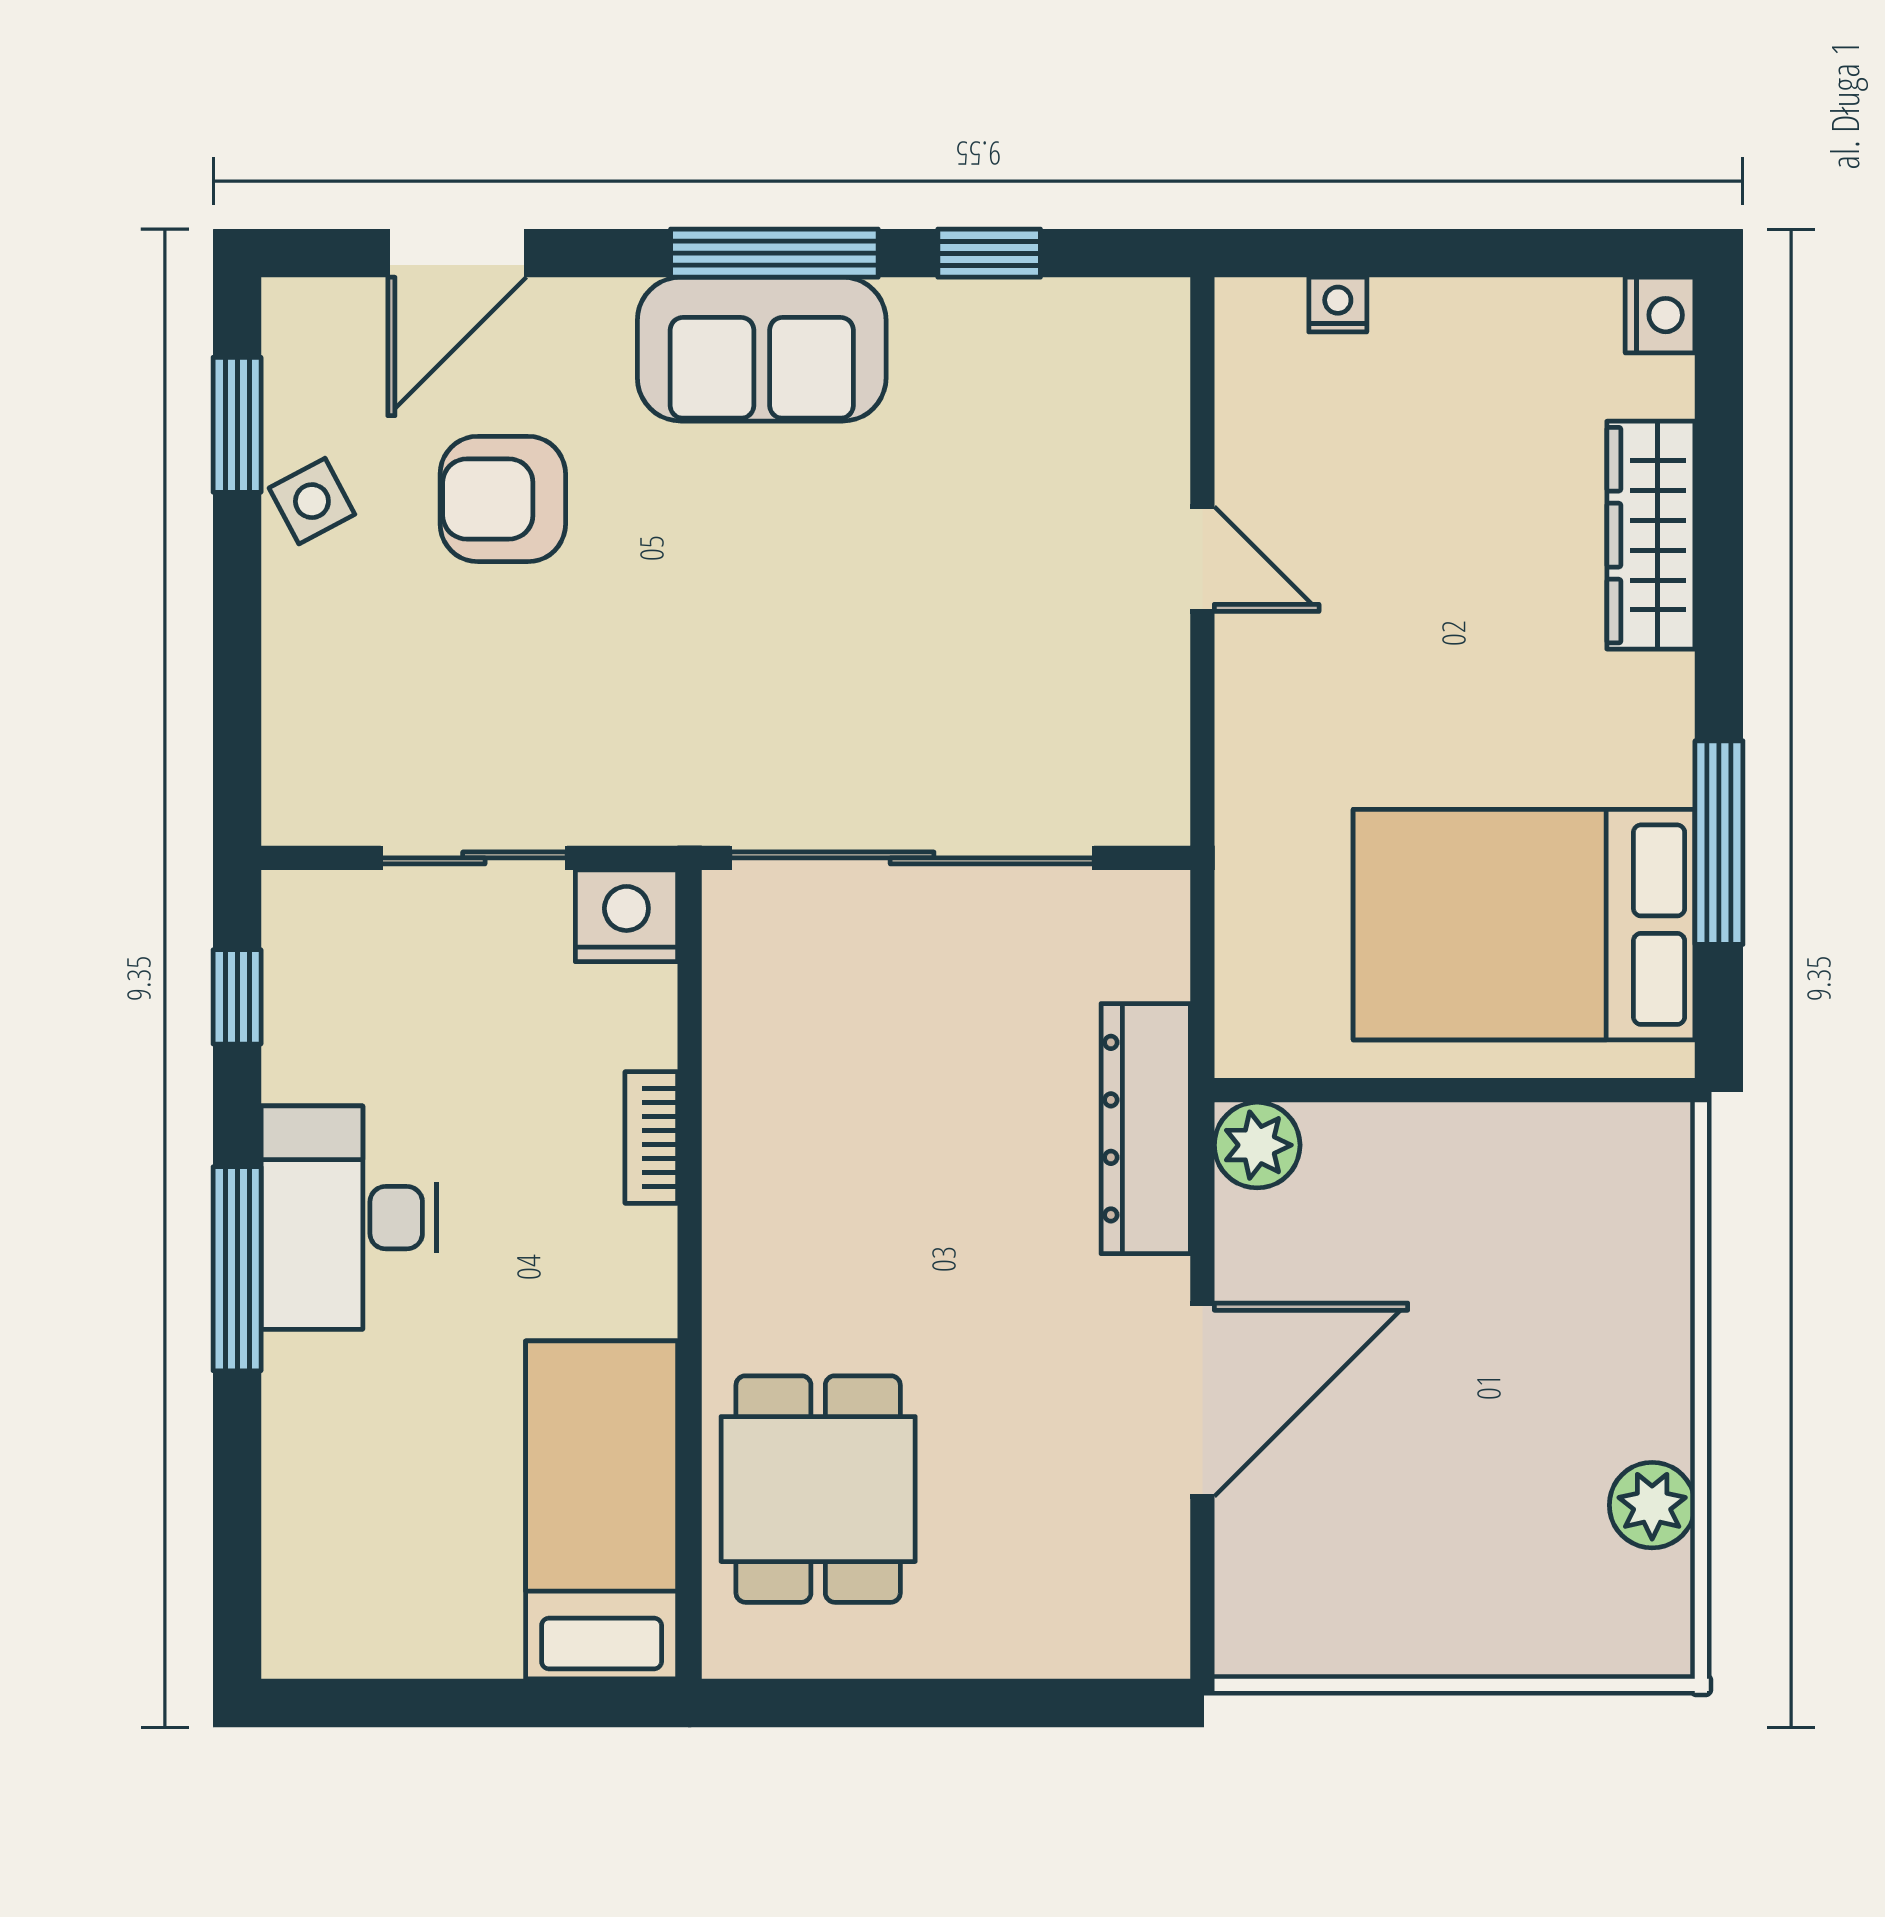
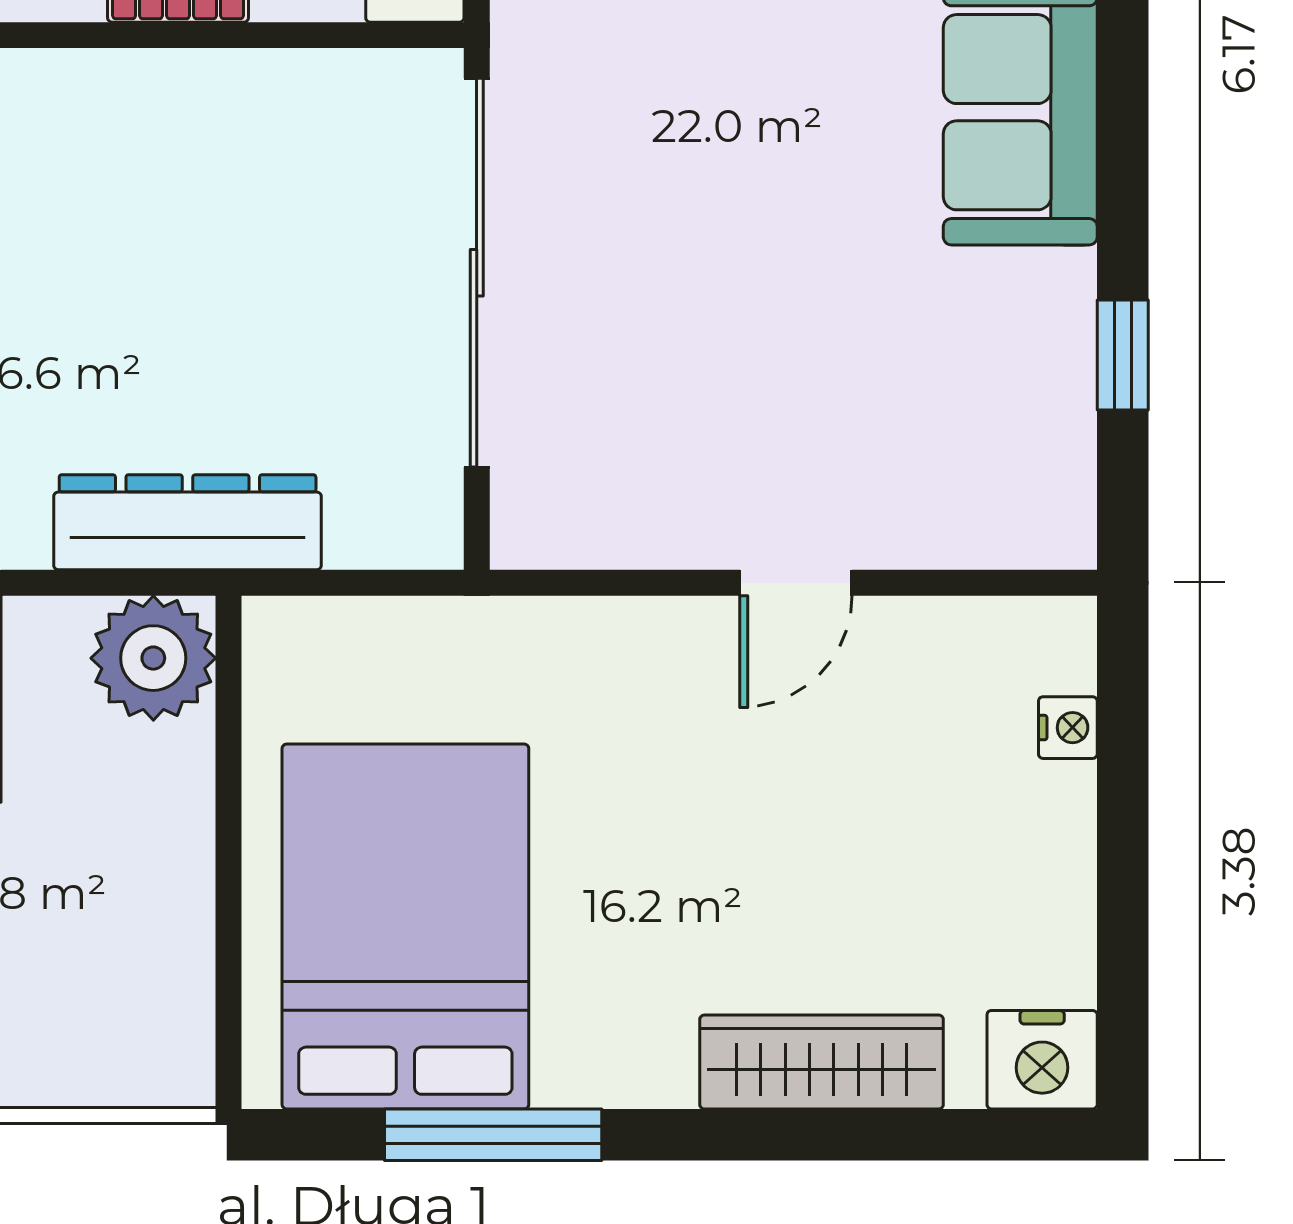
window: (774, 253) -> (1123, 126), removed
nightstand: (1660, 315) -> (1042, 1060), width x1.36, depth x1.33
plant: (1257, 1145) -> (153, 658), width x1.36, depth x1.36

